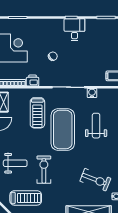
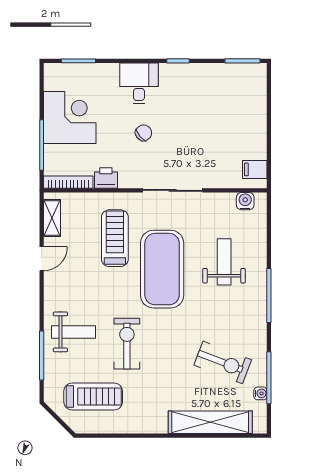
desk: (74, 30) -> (139, 83), moved
water cooler: (92, 93) -> (245, 201), moved
treadmill: (37, 113) -> (115, 238), turned 180

